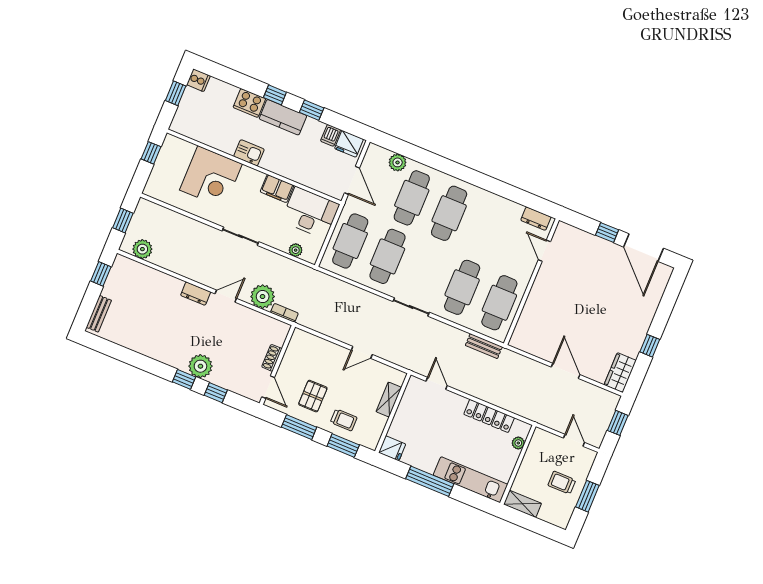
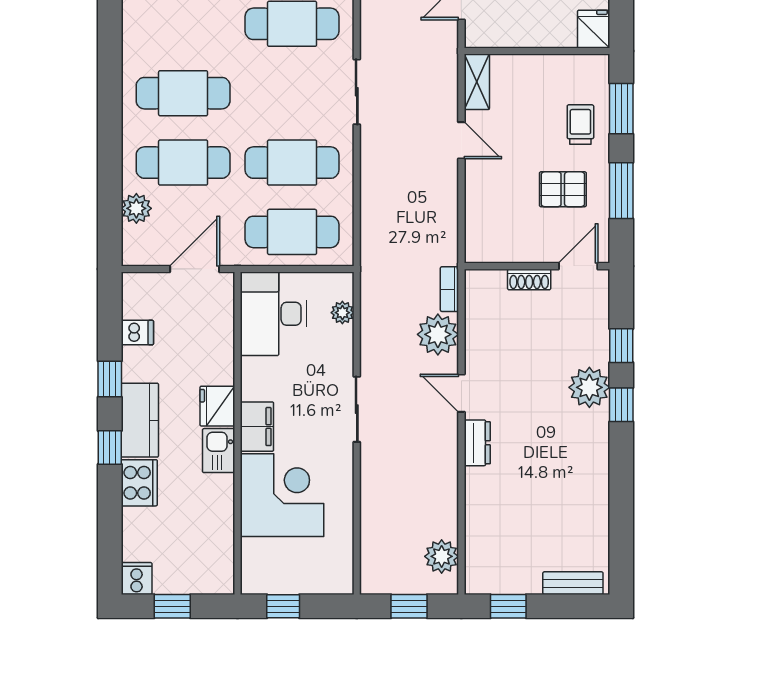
fridge: (349, 144) -> (217, 406), moved, turned 180
filing cabinet: (277, 189) -> (257, 427), moved
shelving: (389, 400) -> (477, 82), moved, turned 90

